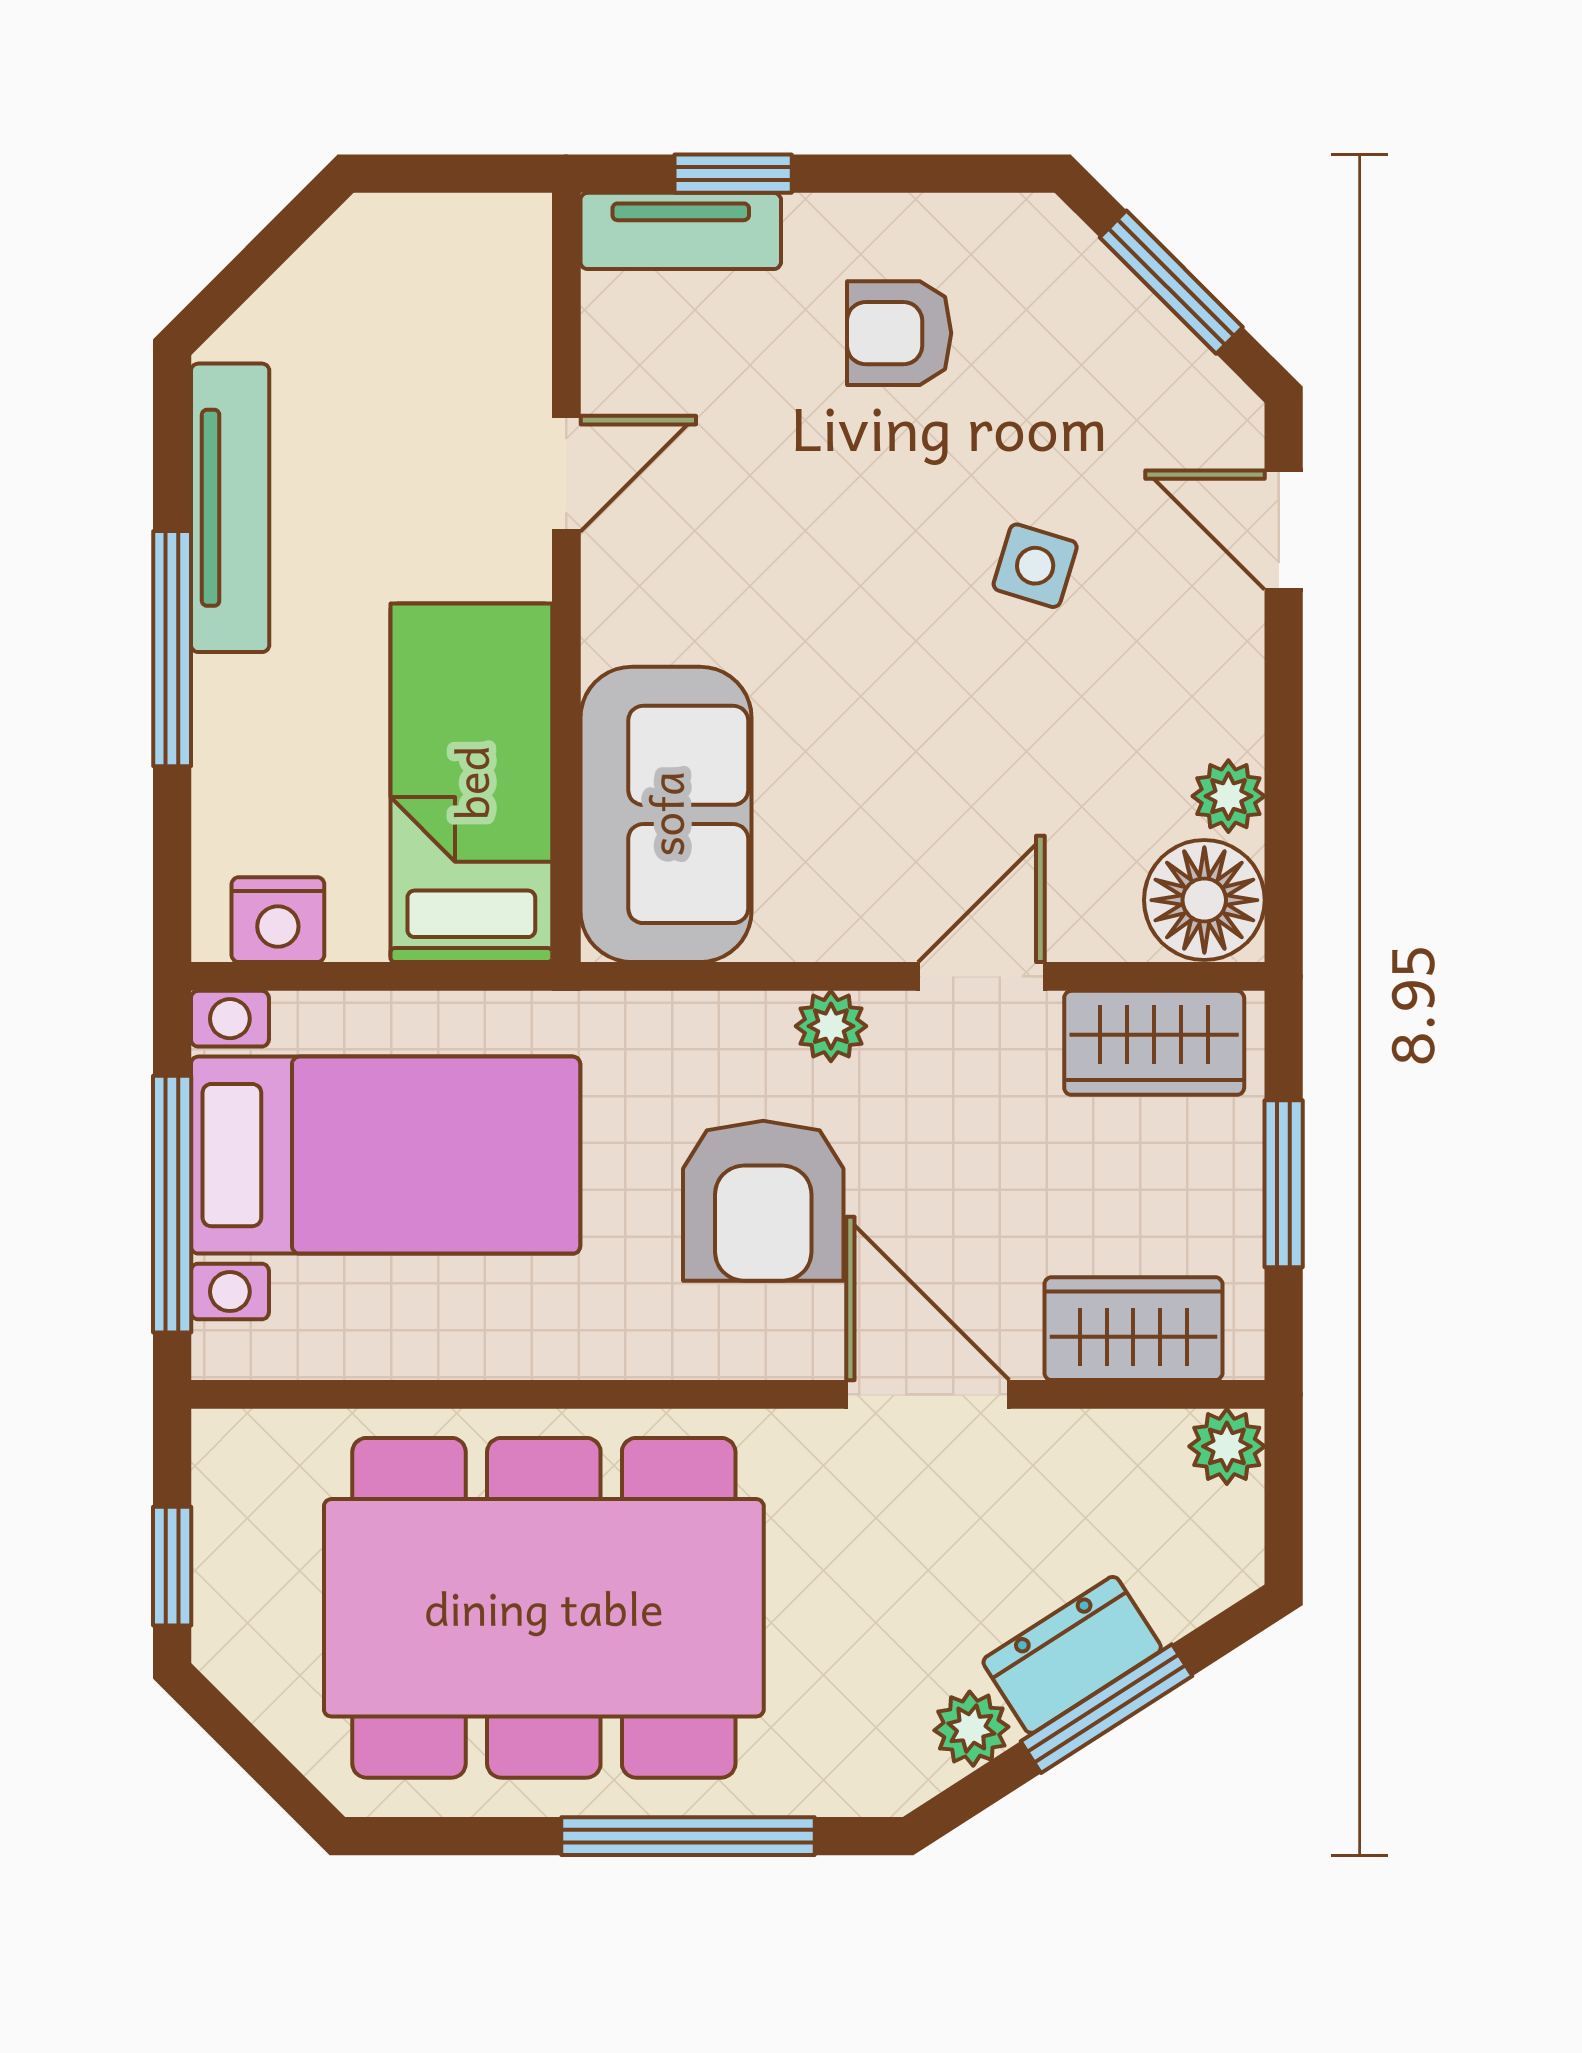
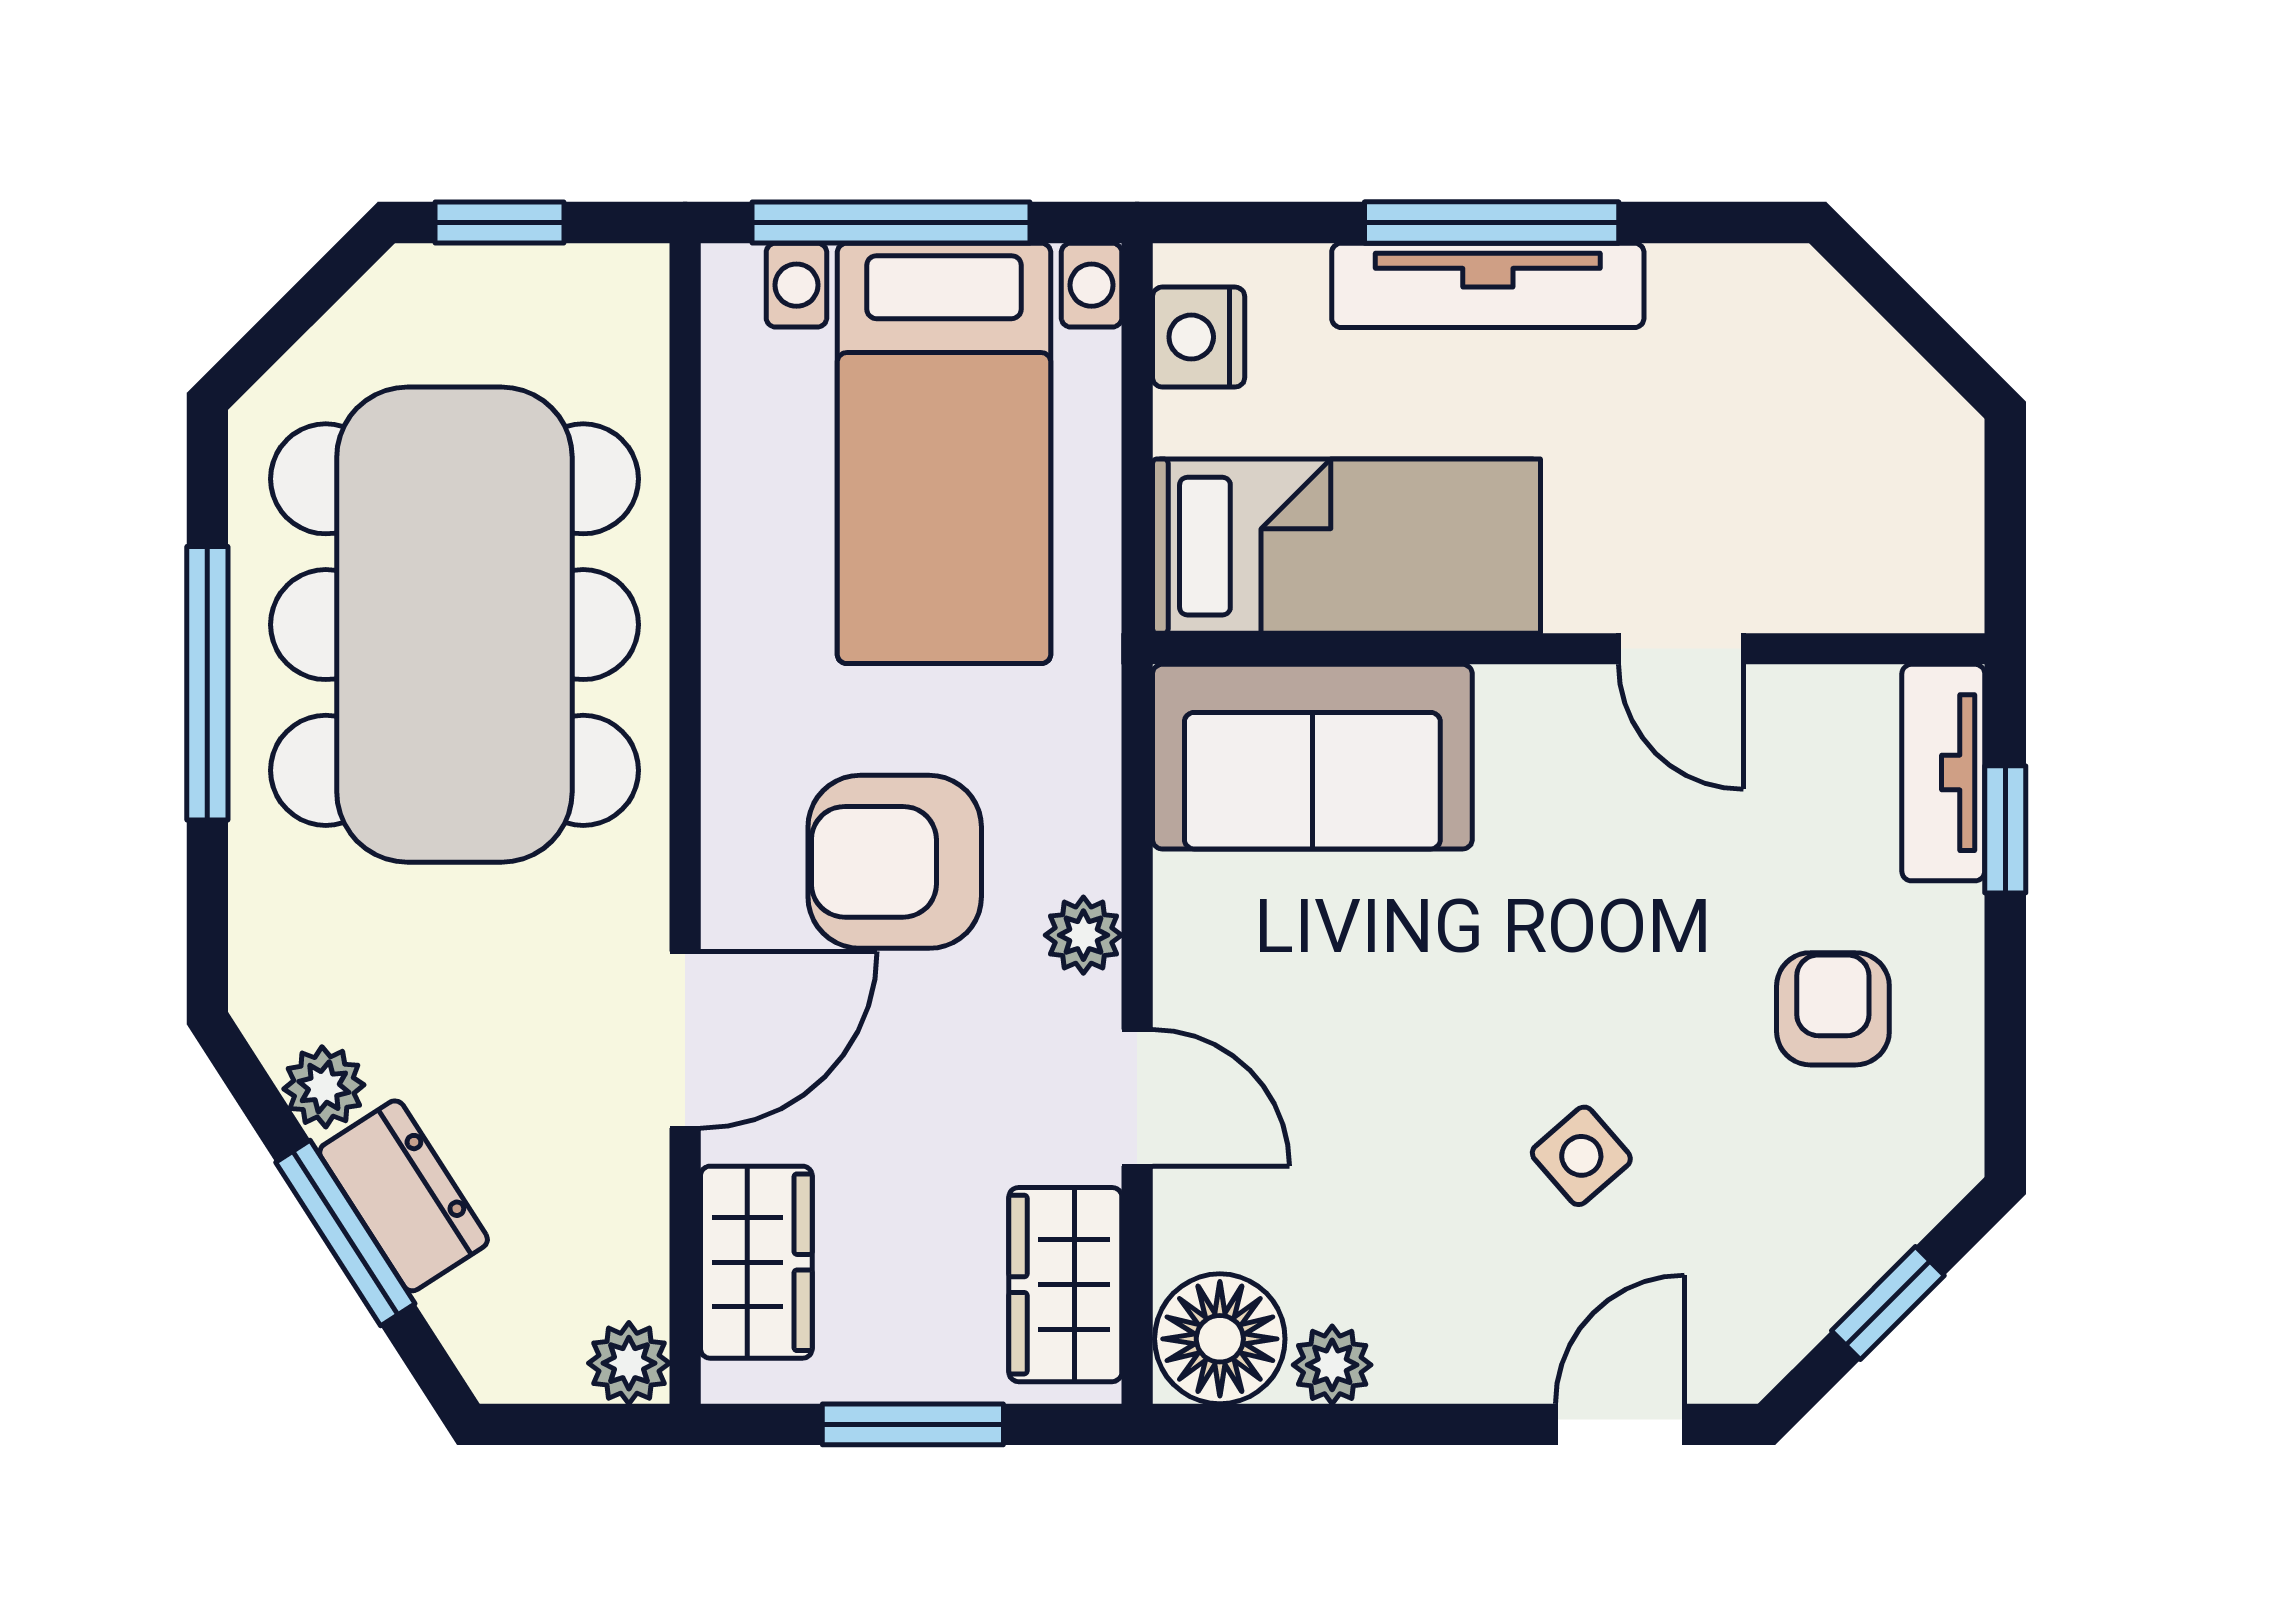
window: (1171, 282) -> (1888, 1303), width x0.67
tv unit: (230, 508) -> (1488, 285), moved
side table: (1035, 566) -> (1581, 1156), turned 32
window: (688, 1836) -> (207, 683), moved

